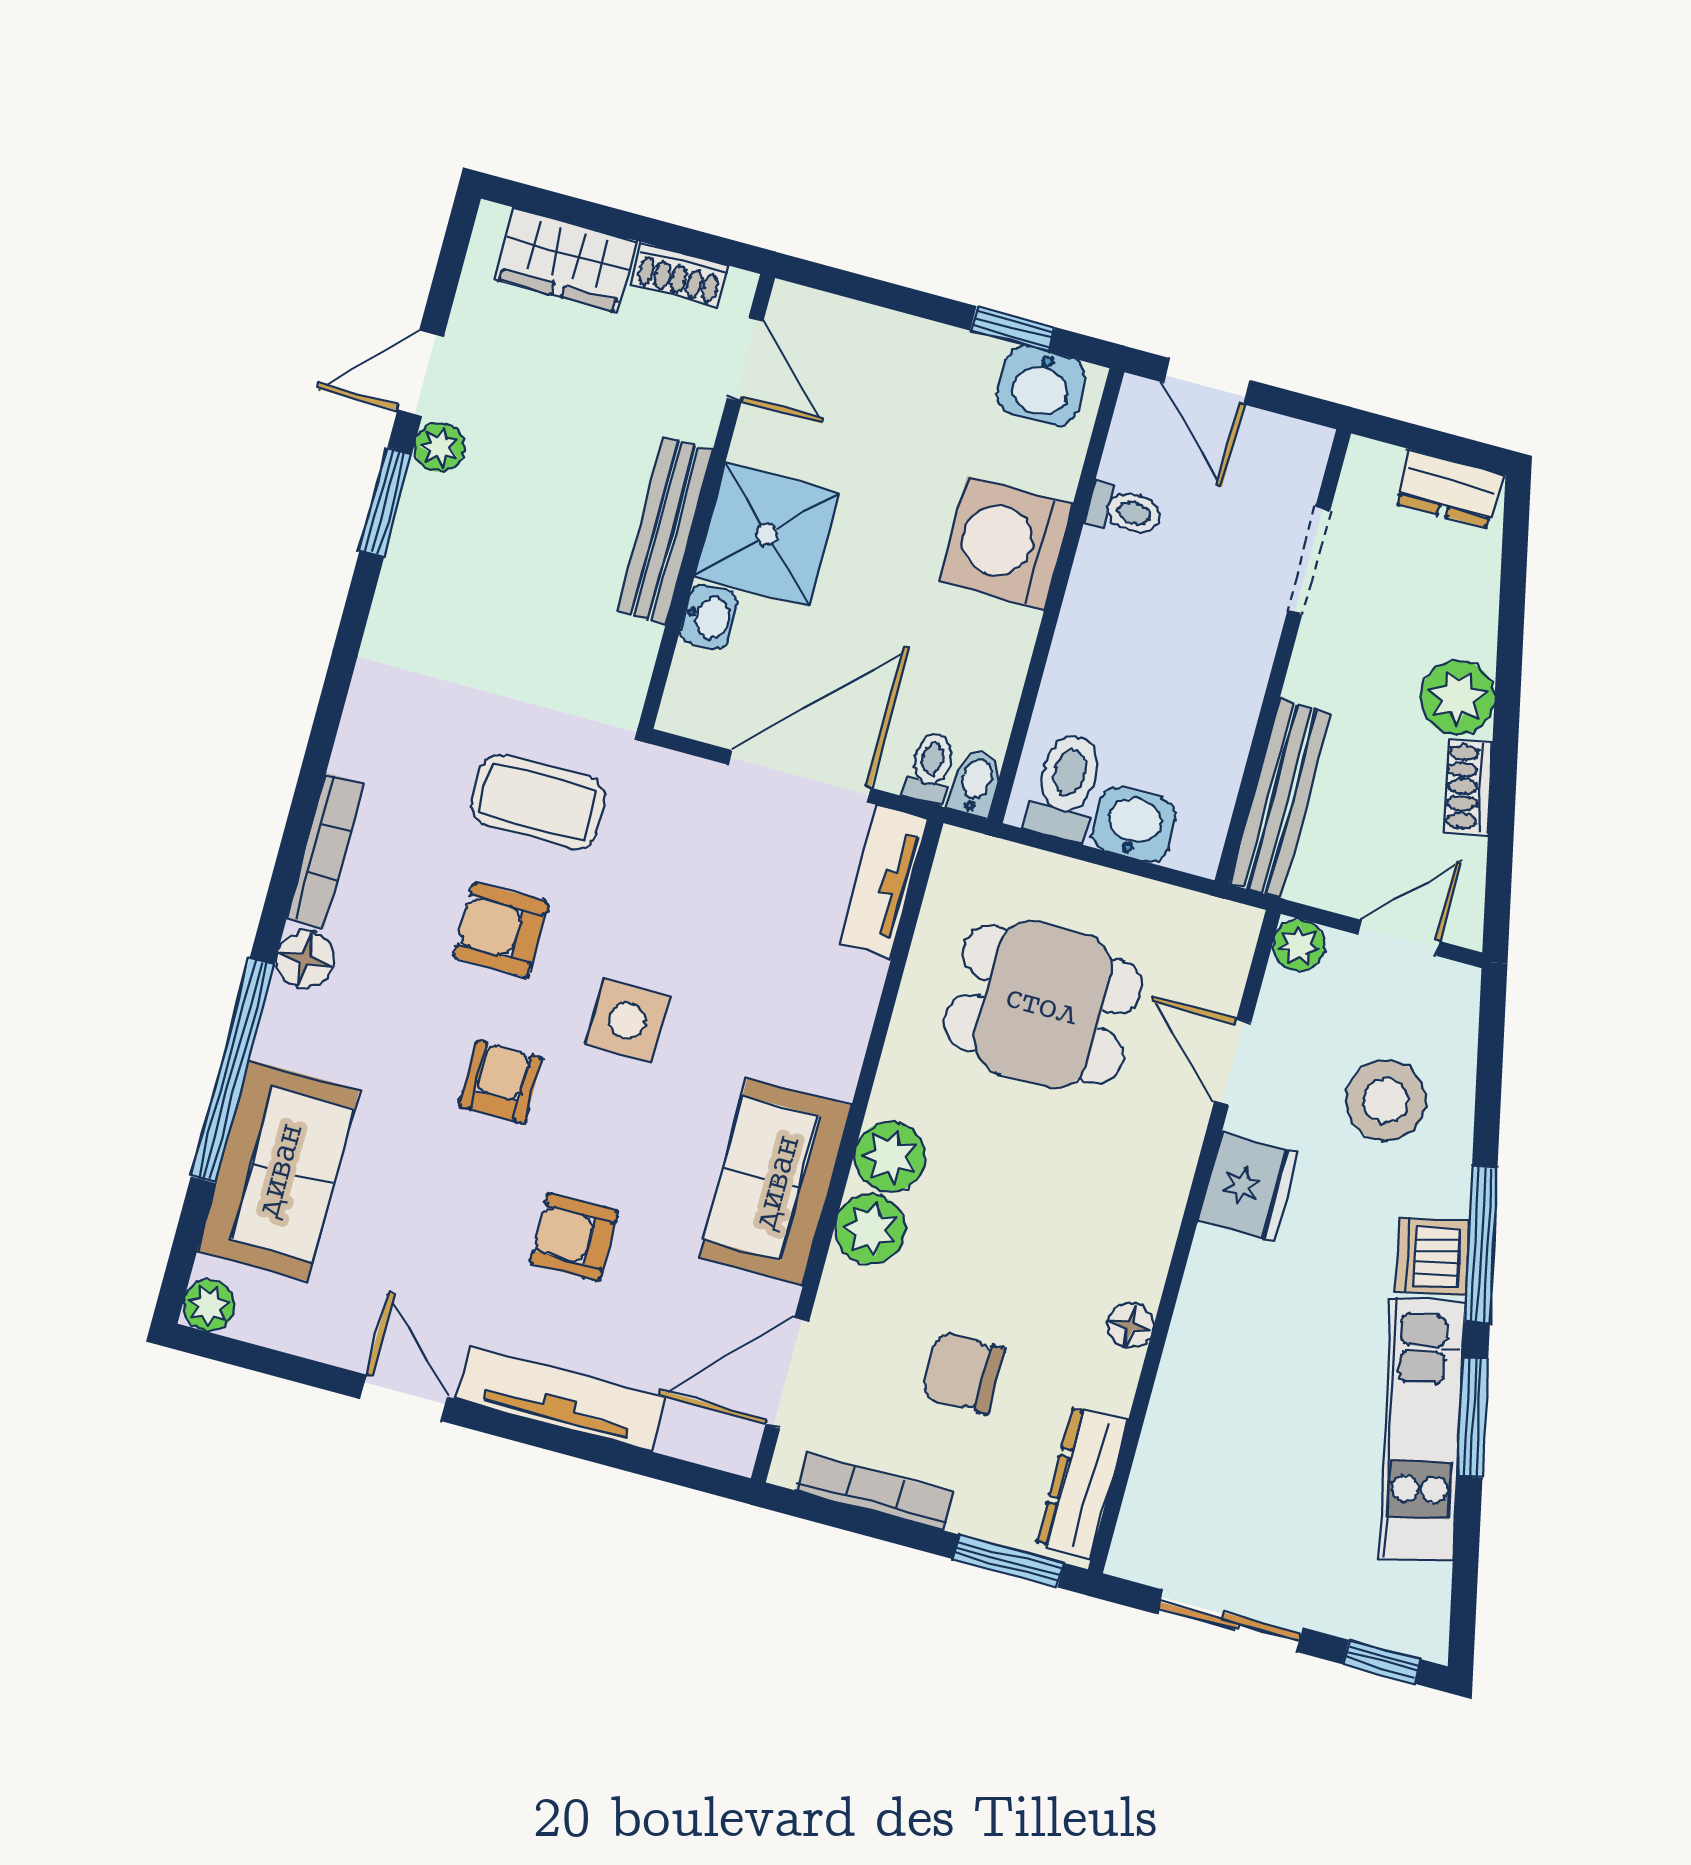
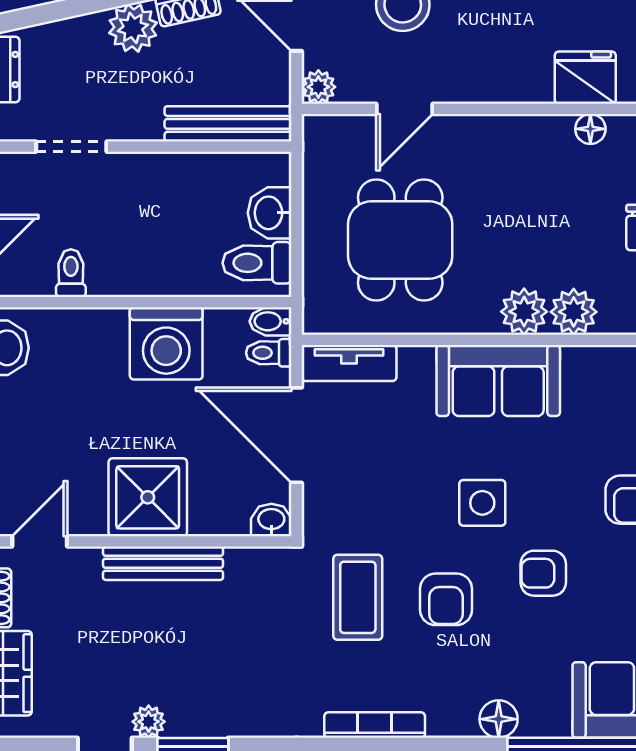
washing machine: (1006, 543) -> (166, 343), moved
washbasin: (709, 617) -> (271, 520), moved
bookcase: (325, 851) -> (375, 725), moved
sofa: (775, 1182) -> (498, 381), moved
fridge: (1248, 1187) -> (585, 78), moved

